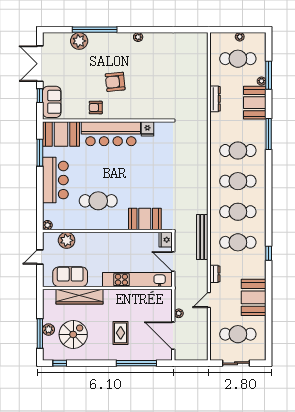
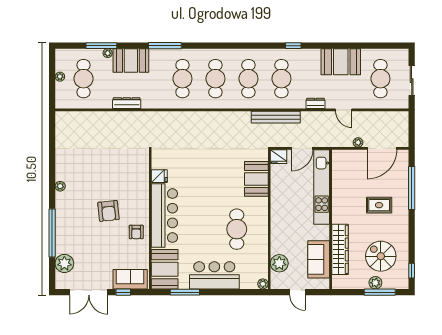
plant: (79, 41) -> (64, 263), moved

